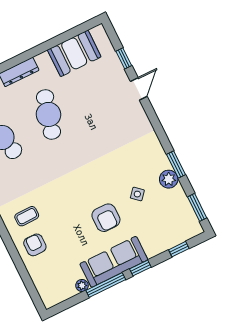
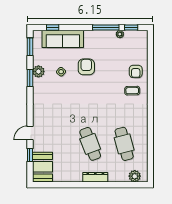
booth: (74, 53) -> (42, 167), moved, turned 90
cafe table: (48, 114) -> (90, 144), turned -36
sofa: (114, 262) -> (63, 39), moved
window: (140, 268) -> (131, 28), moved

